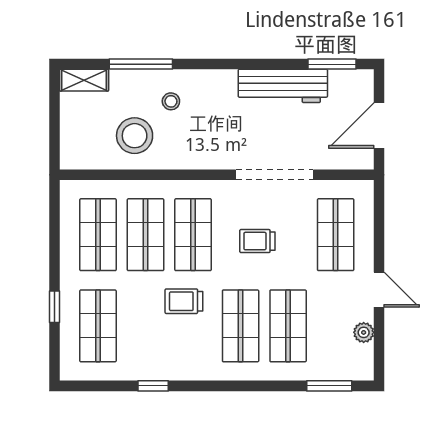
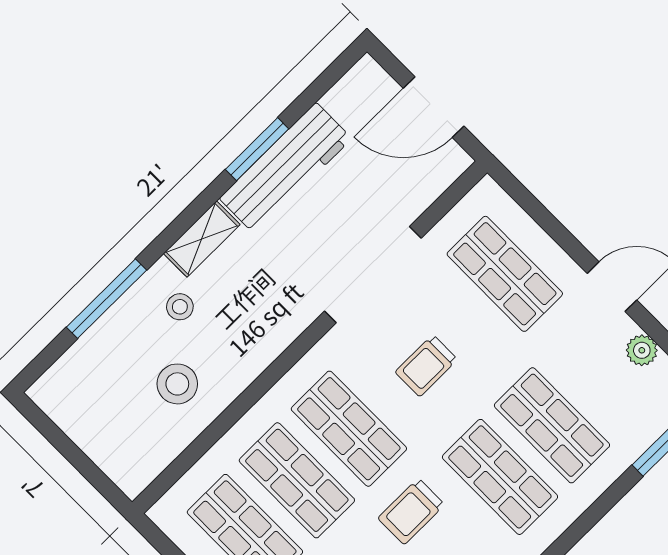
window: (332, 64) -> (257, 149), moved
shelving: (84, 80) -> (202, 239), moved
door: (379, 125) -> (434, 107), hinge flipped
stool: (135, 136) -> (177, 384), width x0.73, depth x0.73

